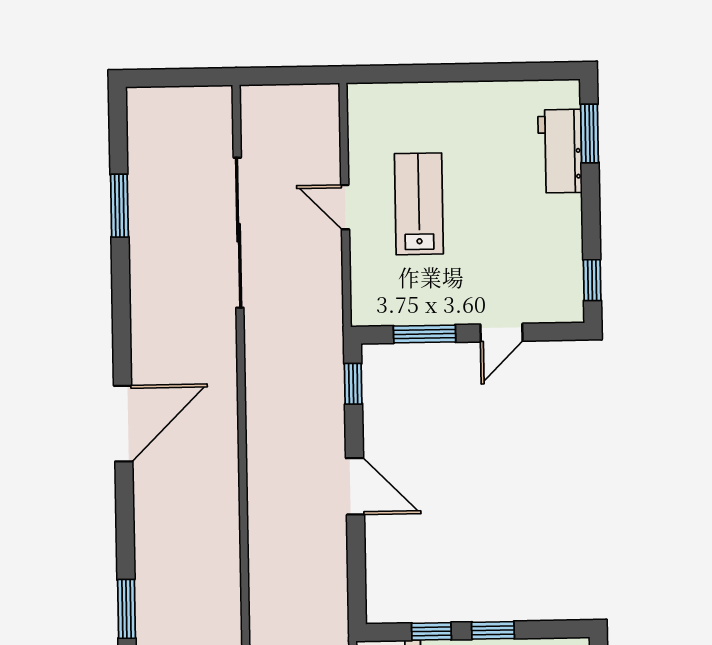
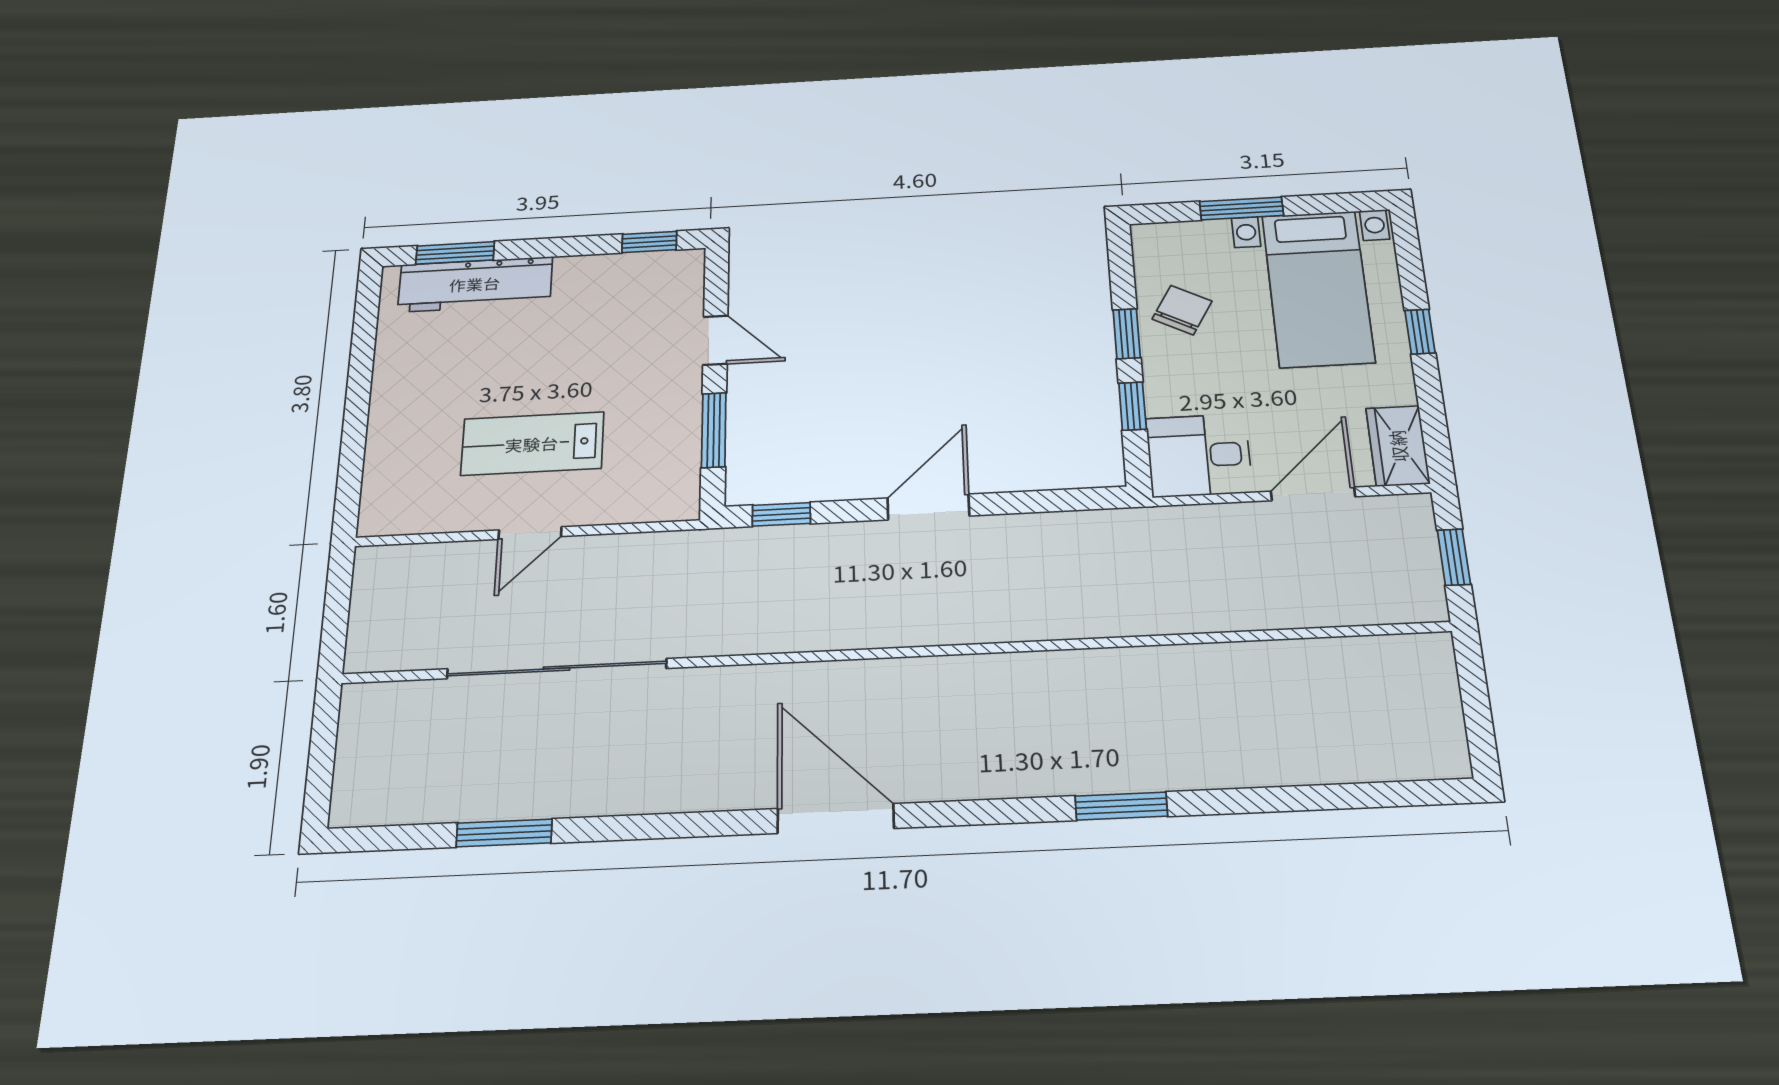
workbench: (560, 151) -> (475, 284), width x1.38

